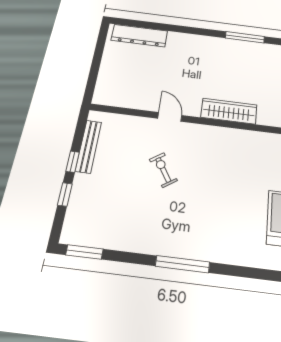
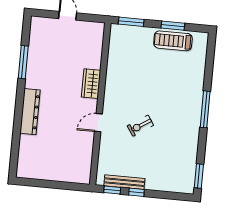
dresser: (139, 36) -> (30, 112), moved
wardrobe: (229, 111) -> (91, 84), width x0.67
window: (65, 194) -> (112, 190), moved

